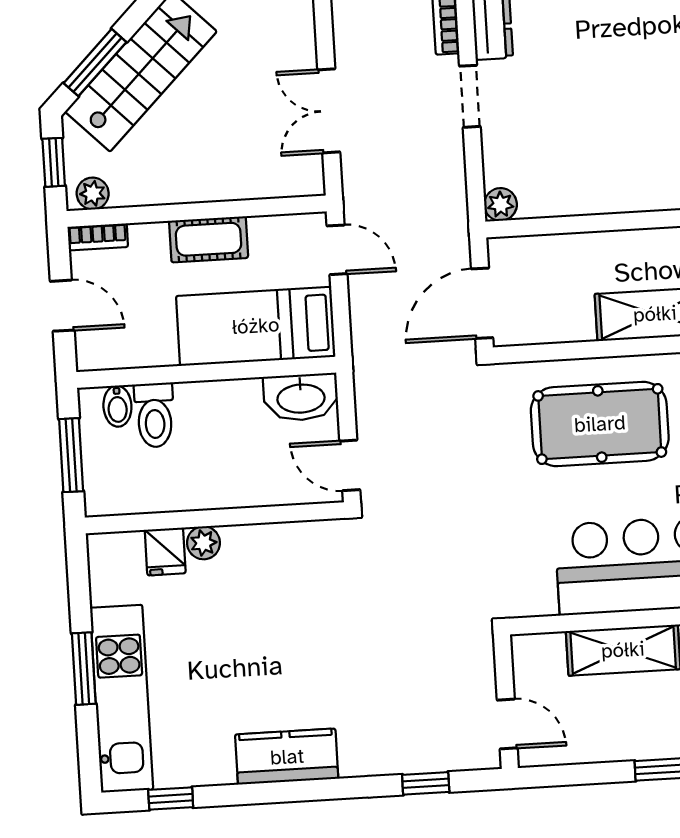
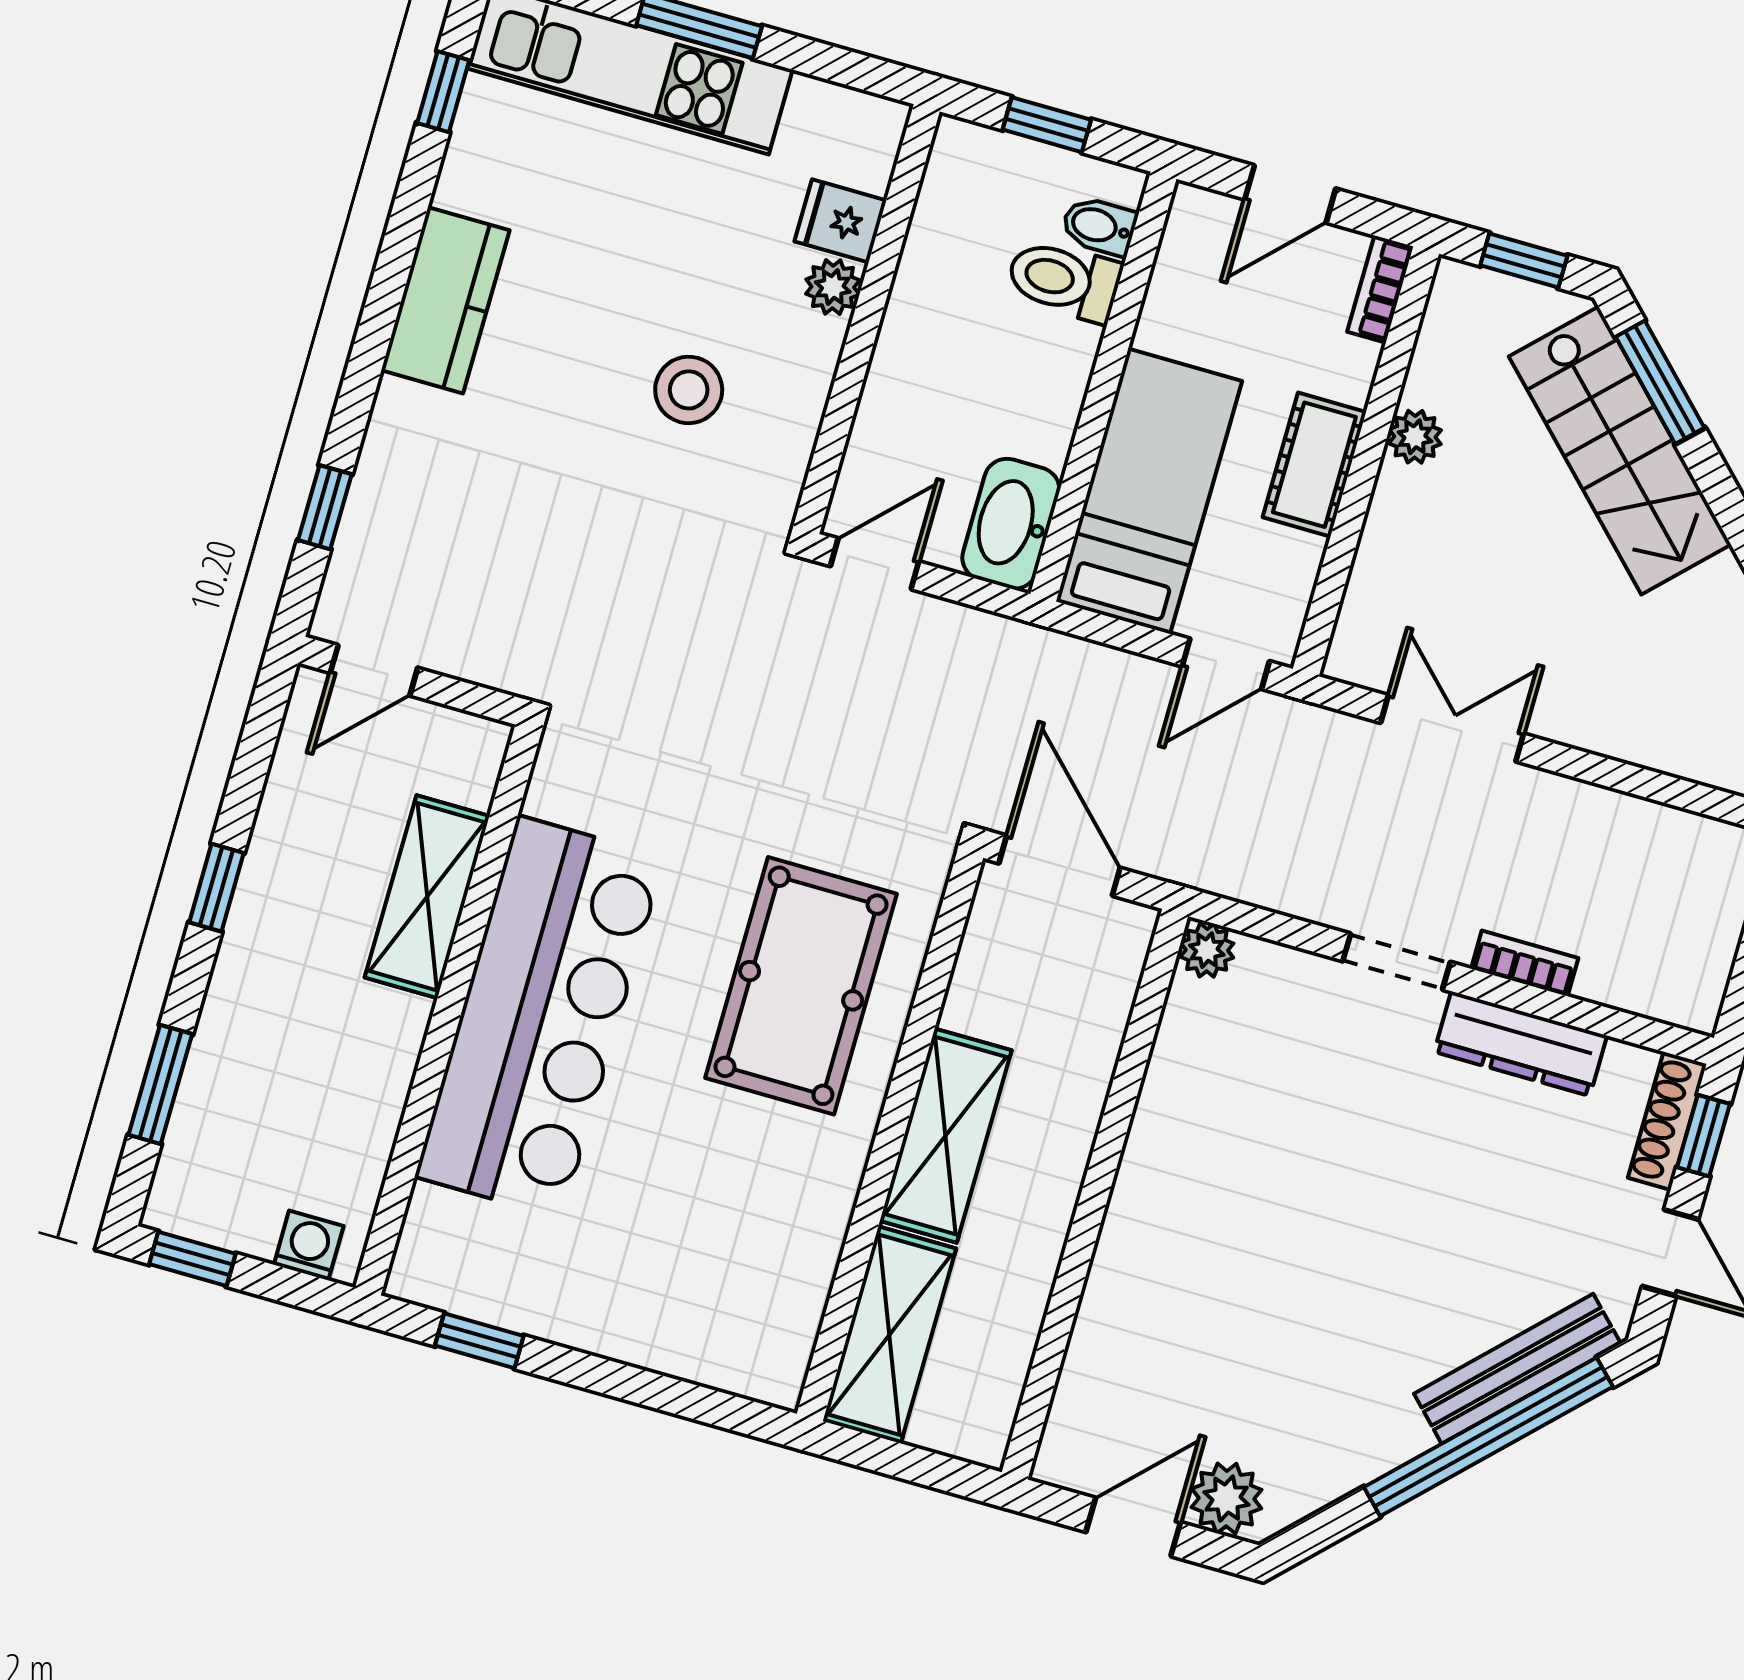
plant: (93, 193) -> (1415, 437), moved
window: (71, 455) -> (1047, 125), width x0.67
stool: (289, 603) -> (689, 390), added

